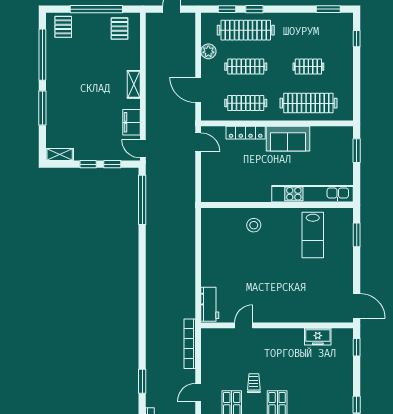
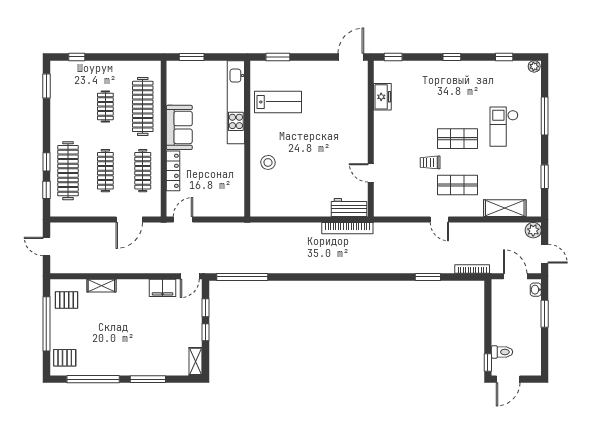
plant: (208, 51) -> (90, 209), removed
shelving: (134, 84) -> (101, 286), moved
bookcase: (190, 344) -> (347, 228), moved

